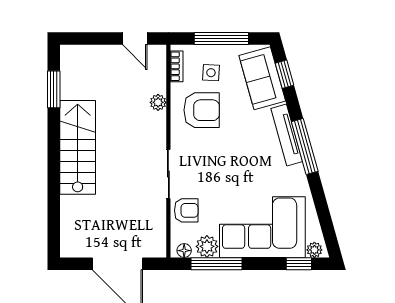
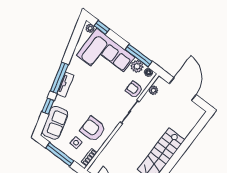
window: (284, 74) -> (48, 106), moved
plant: (158, 102) -> (153, 90), moved
tv unit: (287, 135) -> (65, 85), width x0.71

